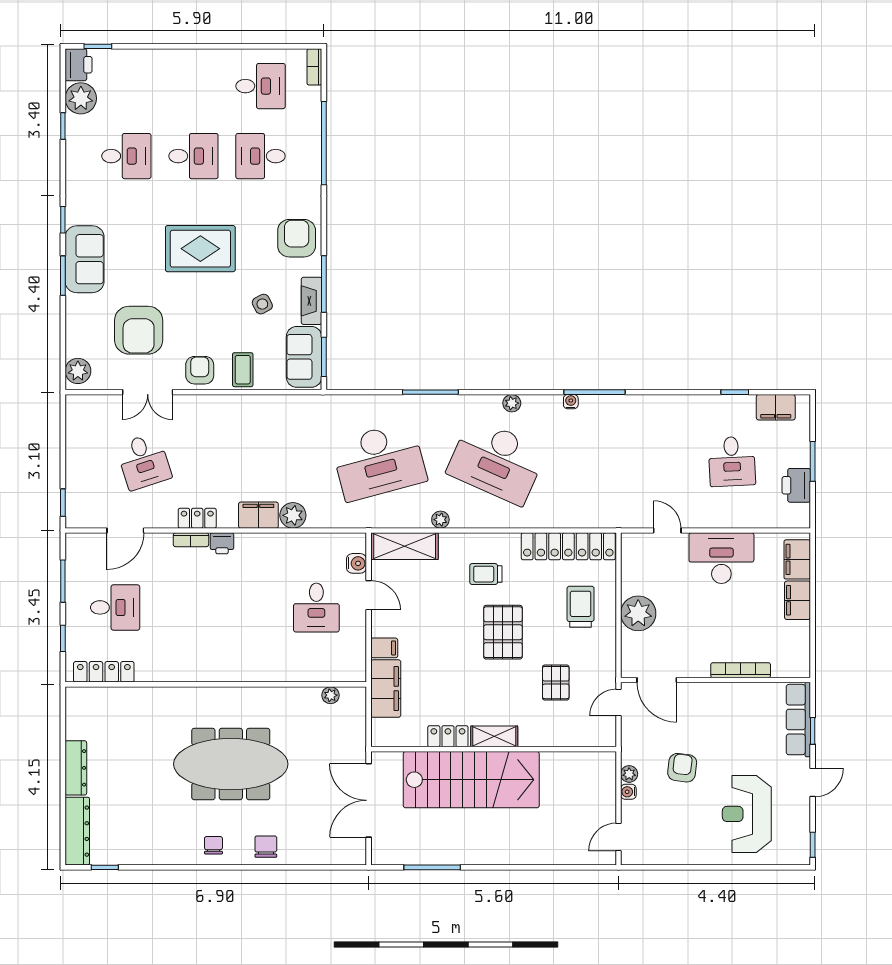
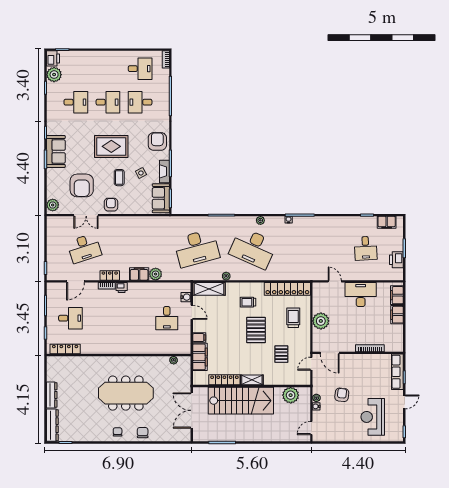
coffee table: (243, 370) -> (119, 178), moved
desk: (144, 461) -> (84, 248), width x1.37
locker: (448, 736) -> (224, 380), width x1.53
plant: (575, 768) -> (291, 395), added

